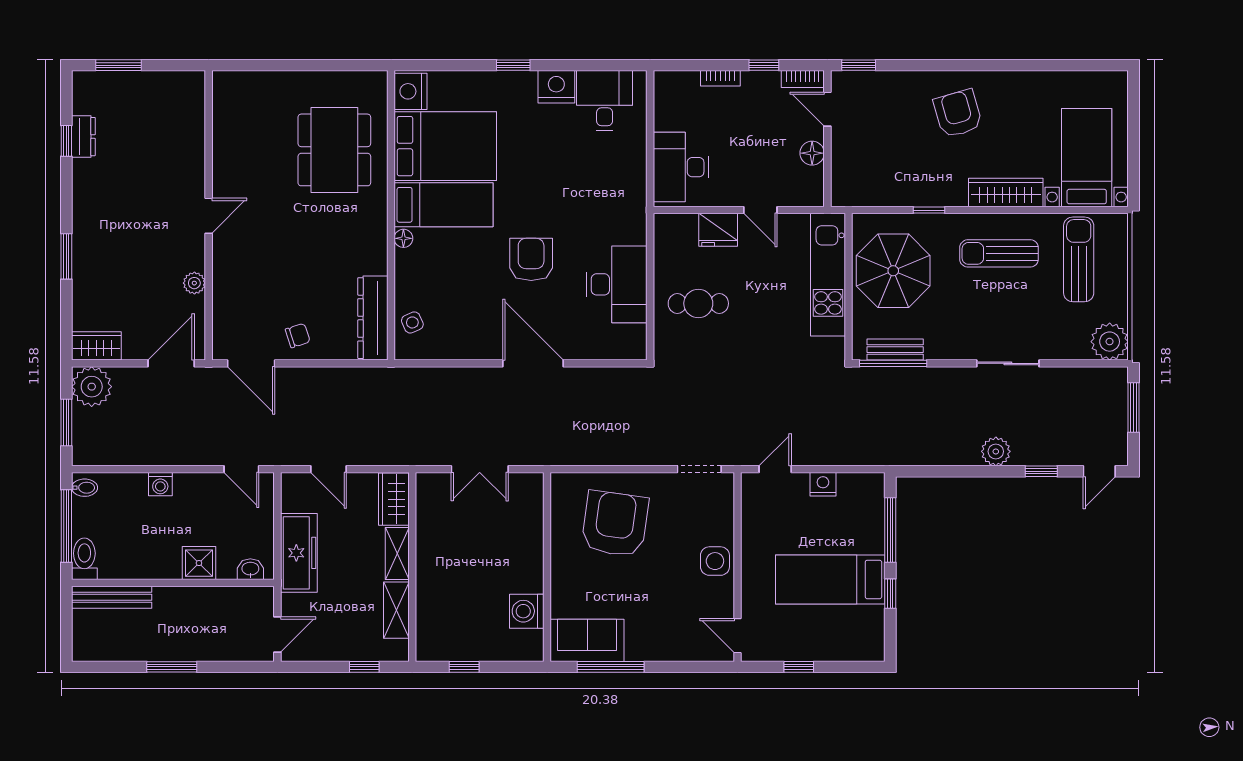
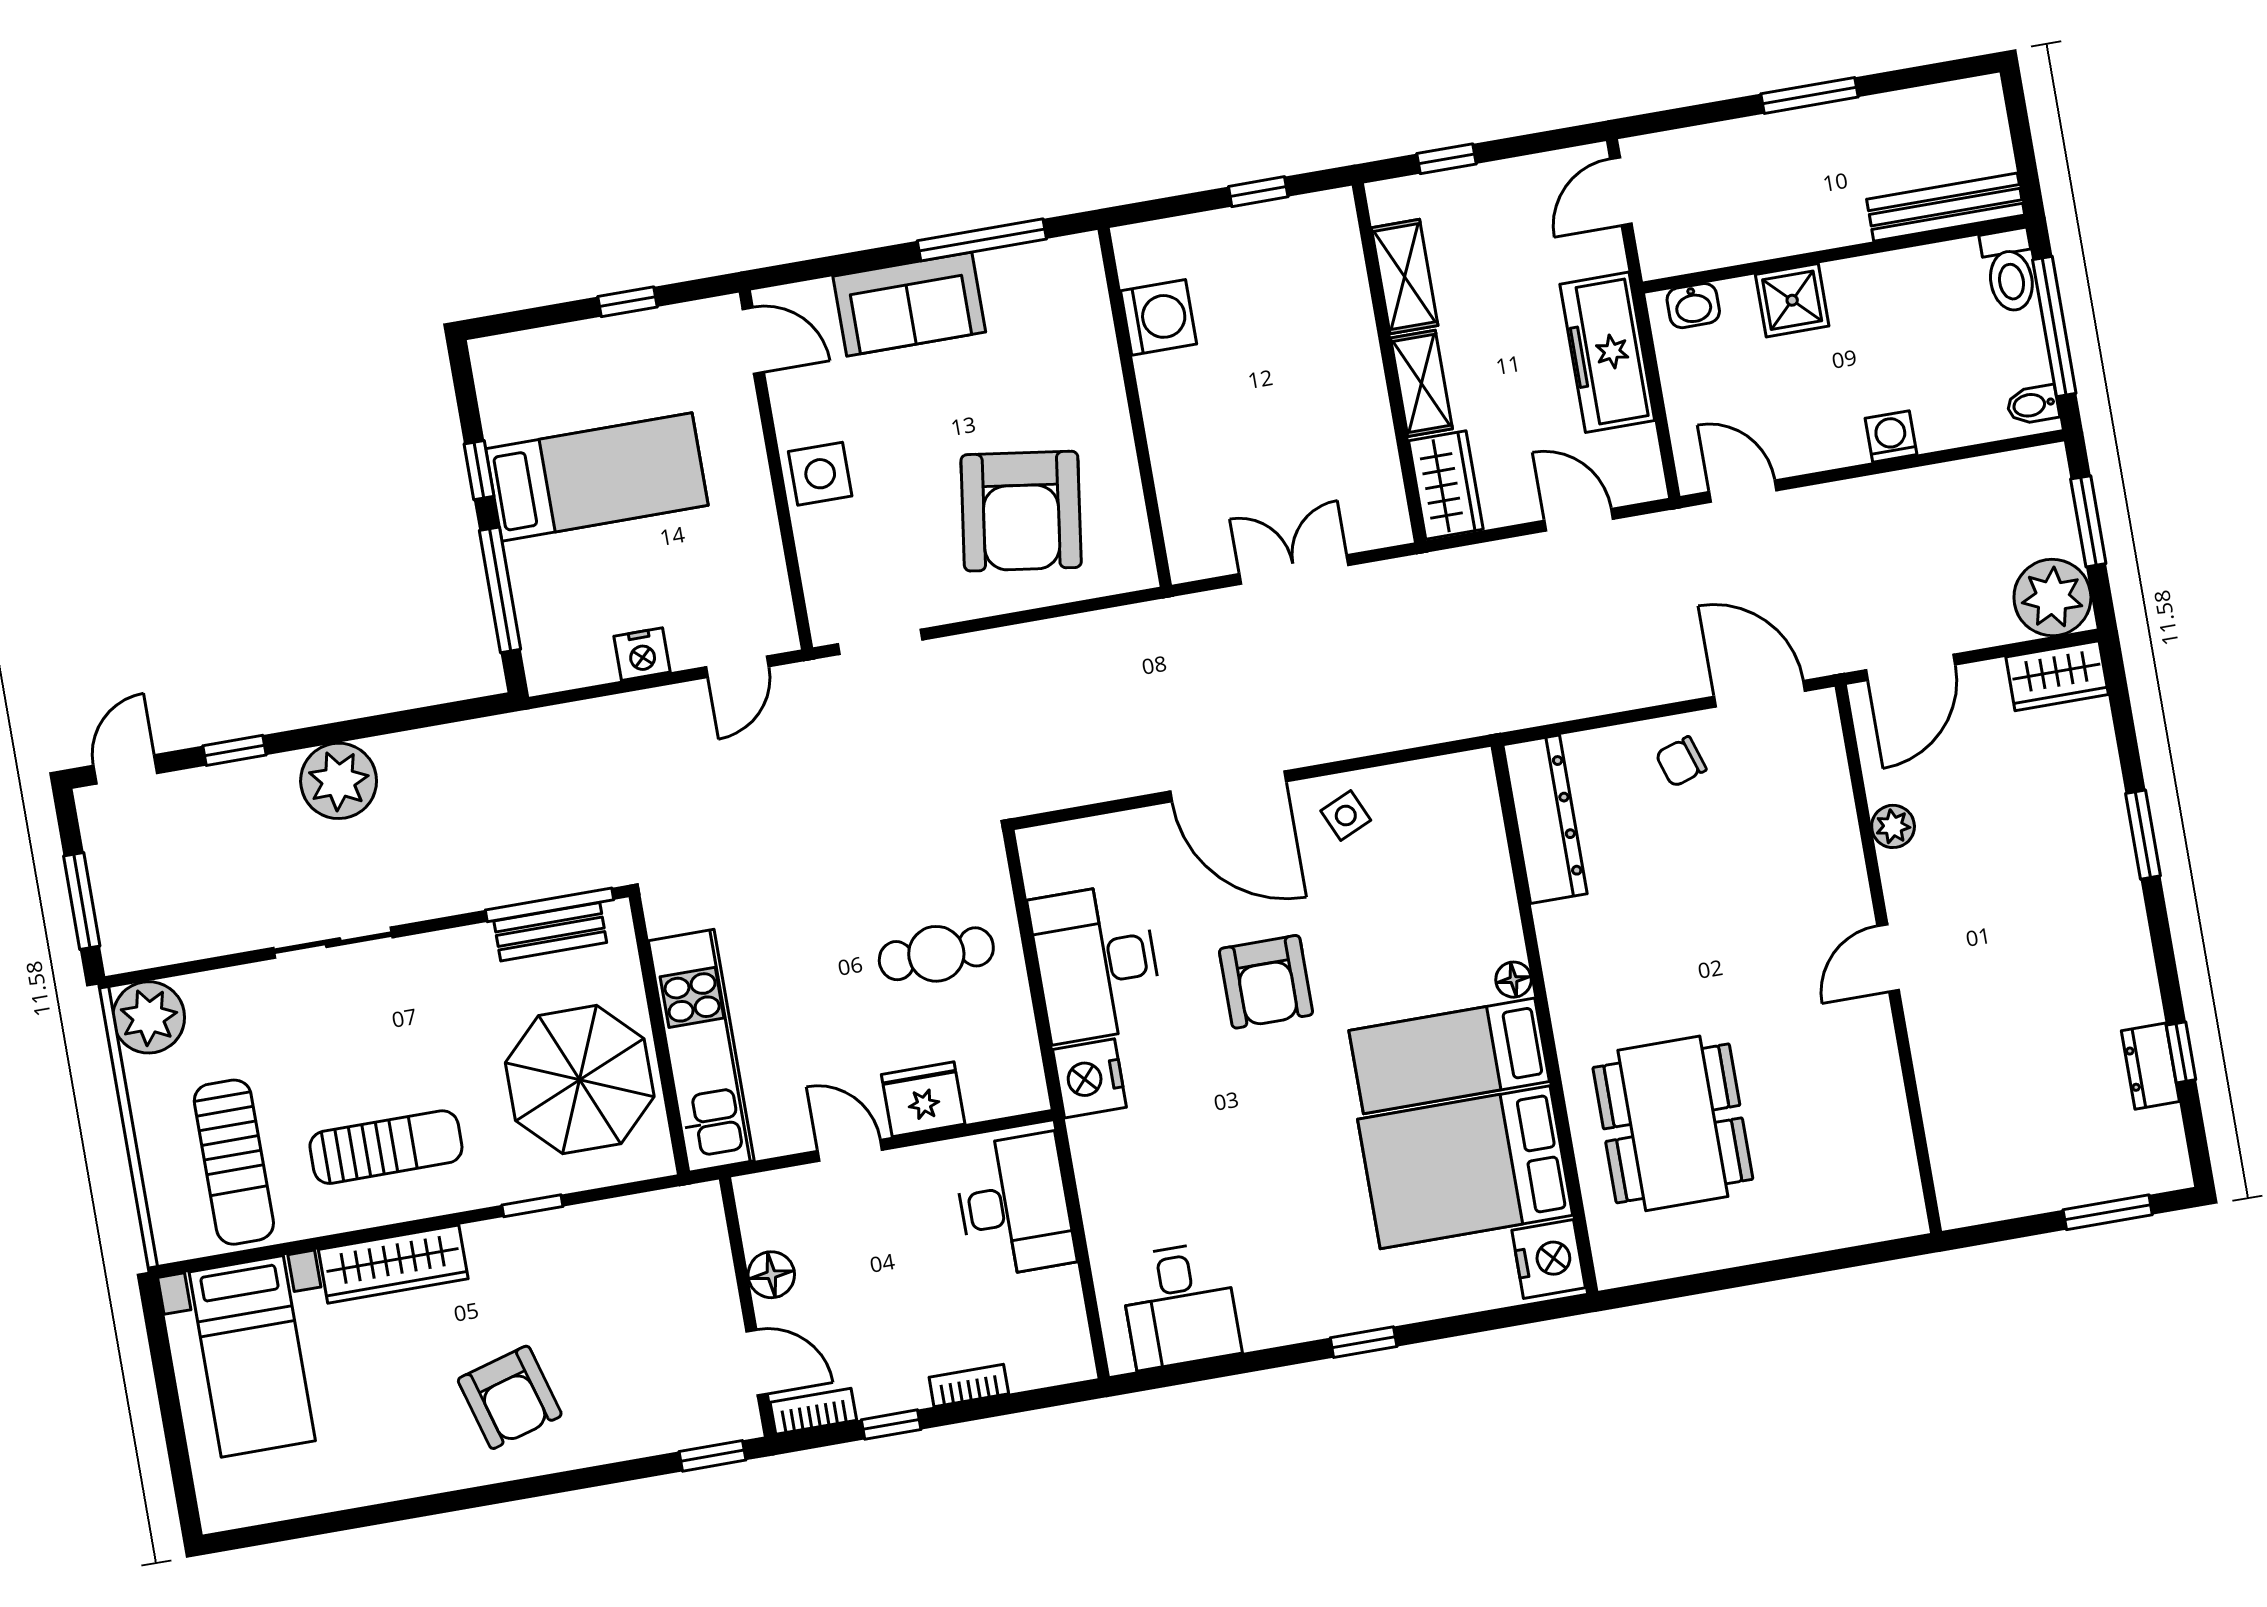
nightstand: (556, 87) -> (1090, 1078), moved, turned 90
side table: (412, 322) -> (1346, 815), moved
plant: (996, 451) -> (339, 781), width x1.36, depth x1.36
sofa: (587, 640) -> (909, 304), moved

